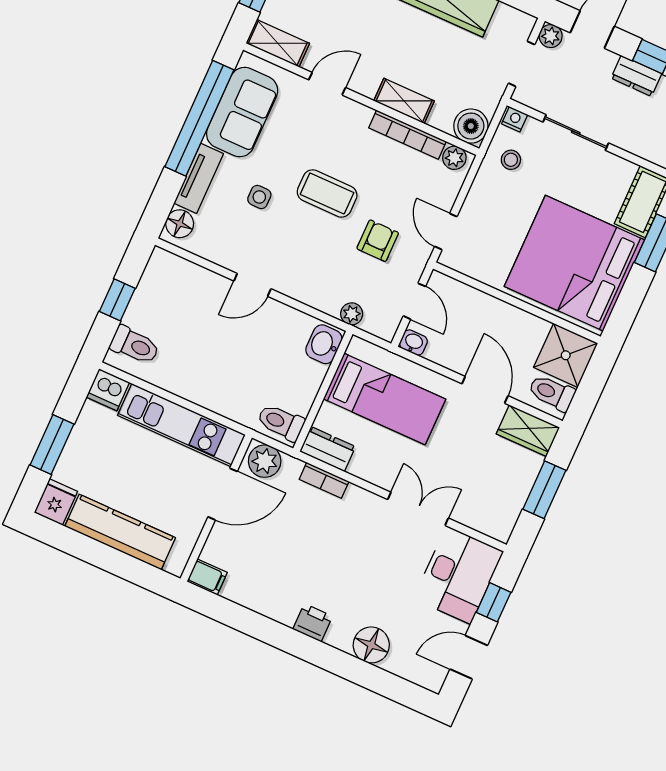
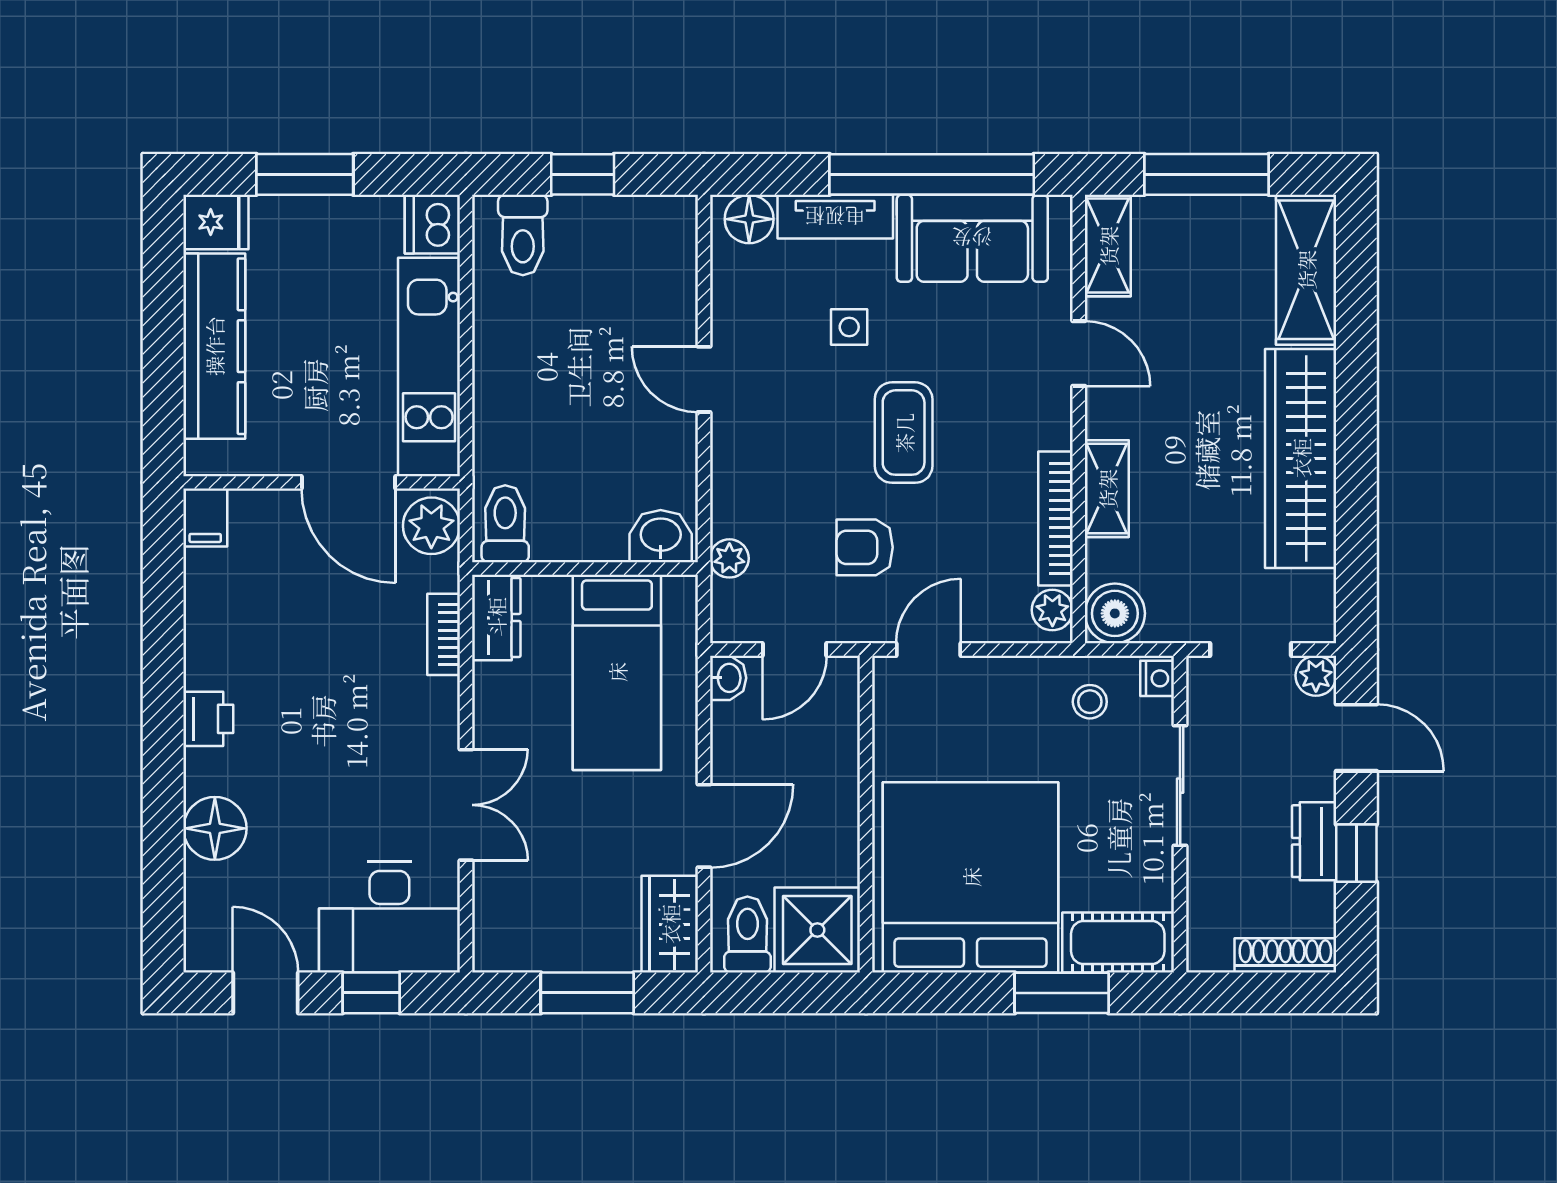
armchair: (378, 241) -> (865, 547), turned 180

